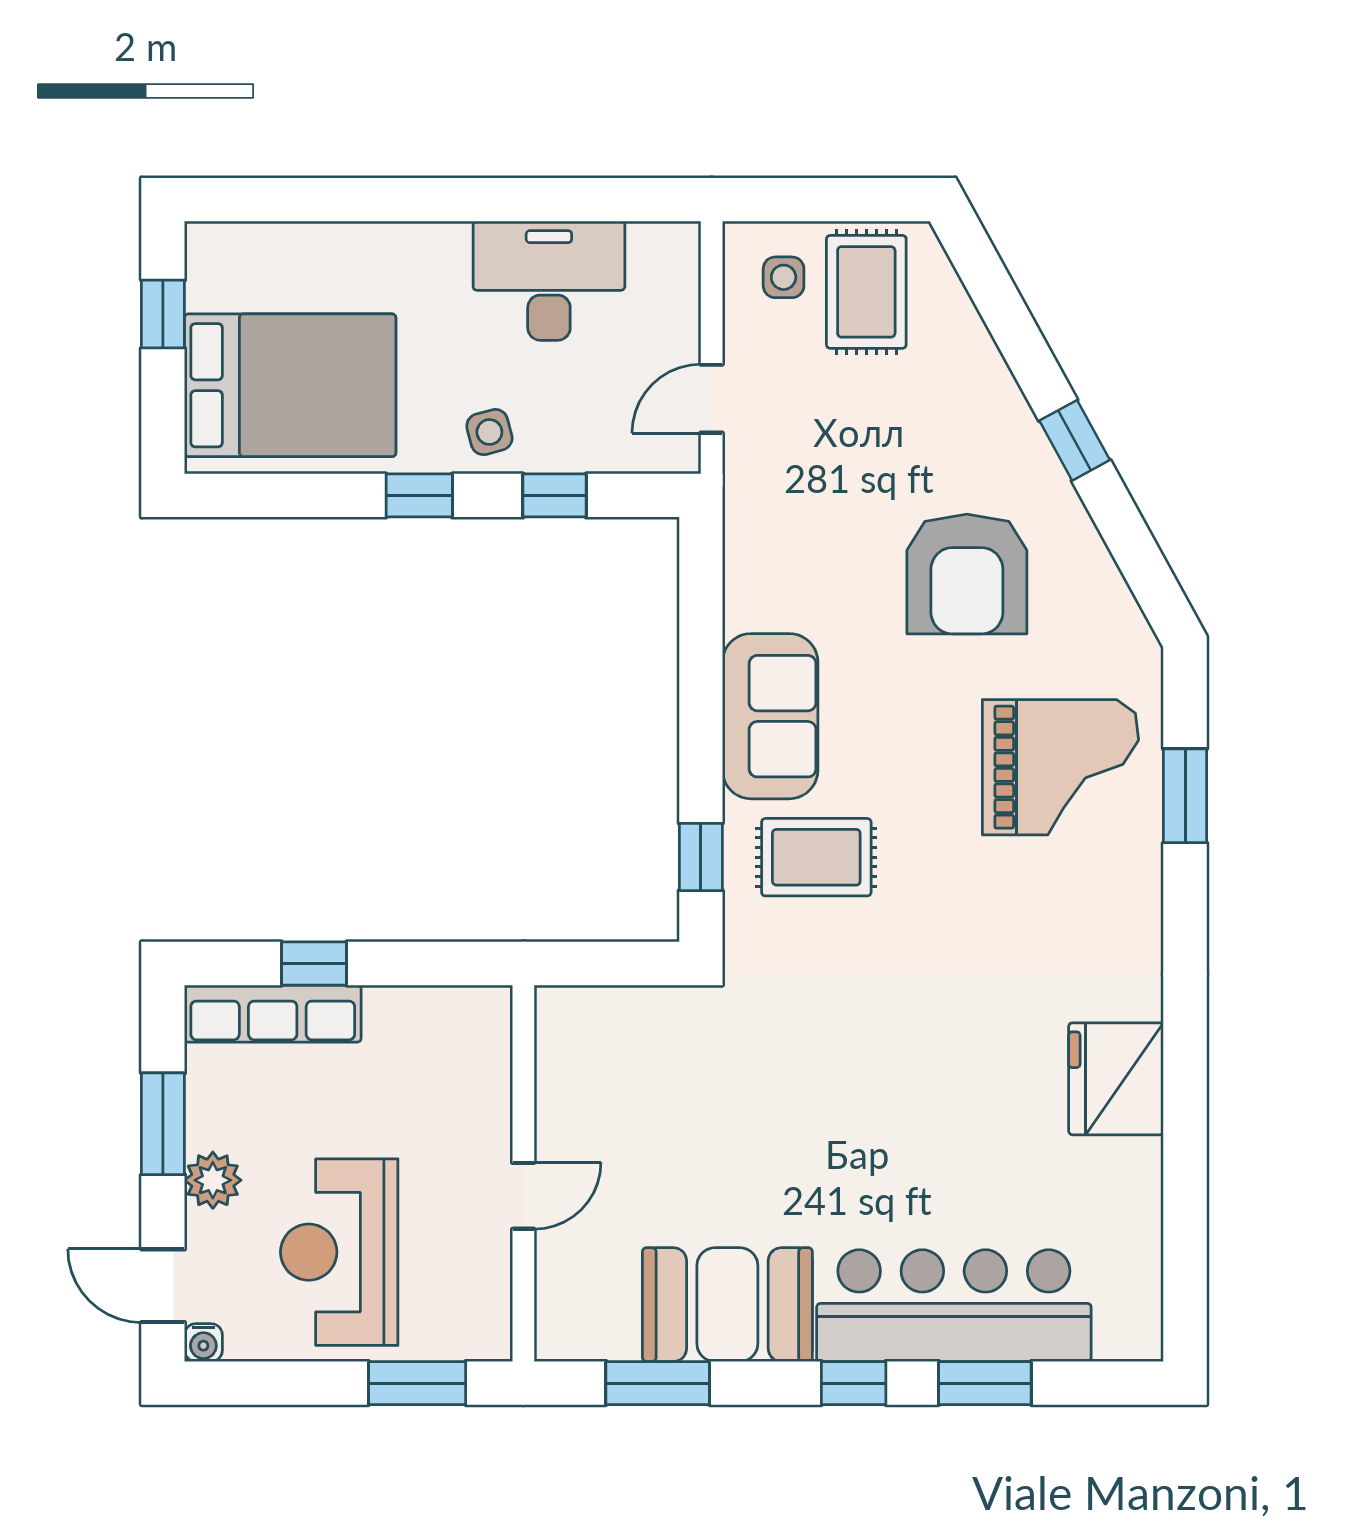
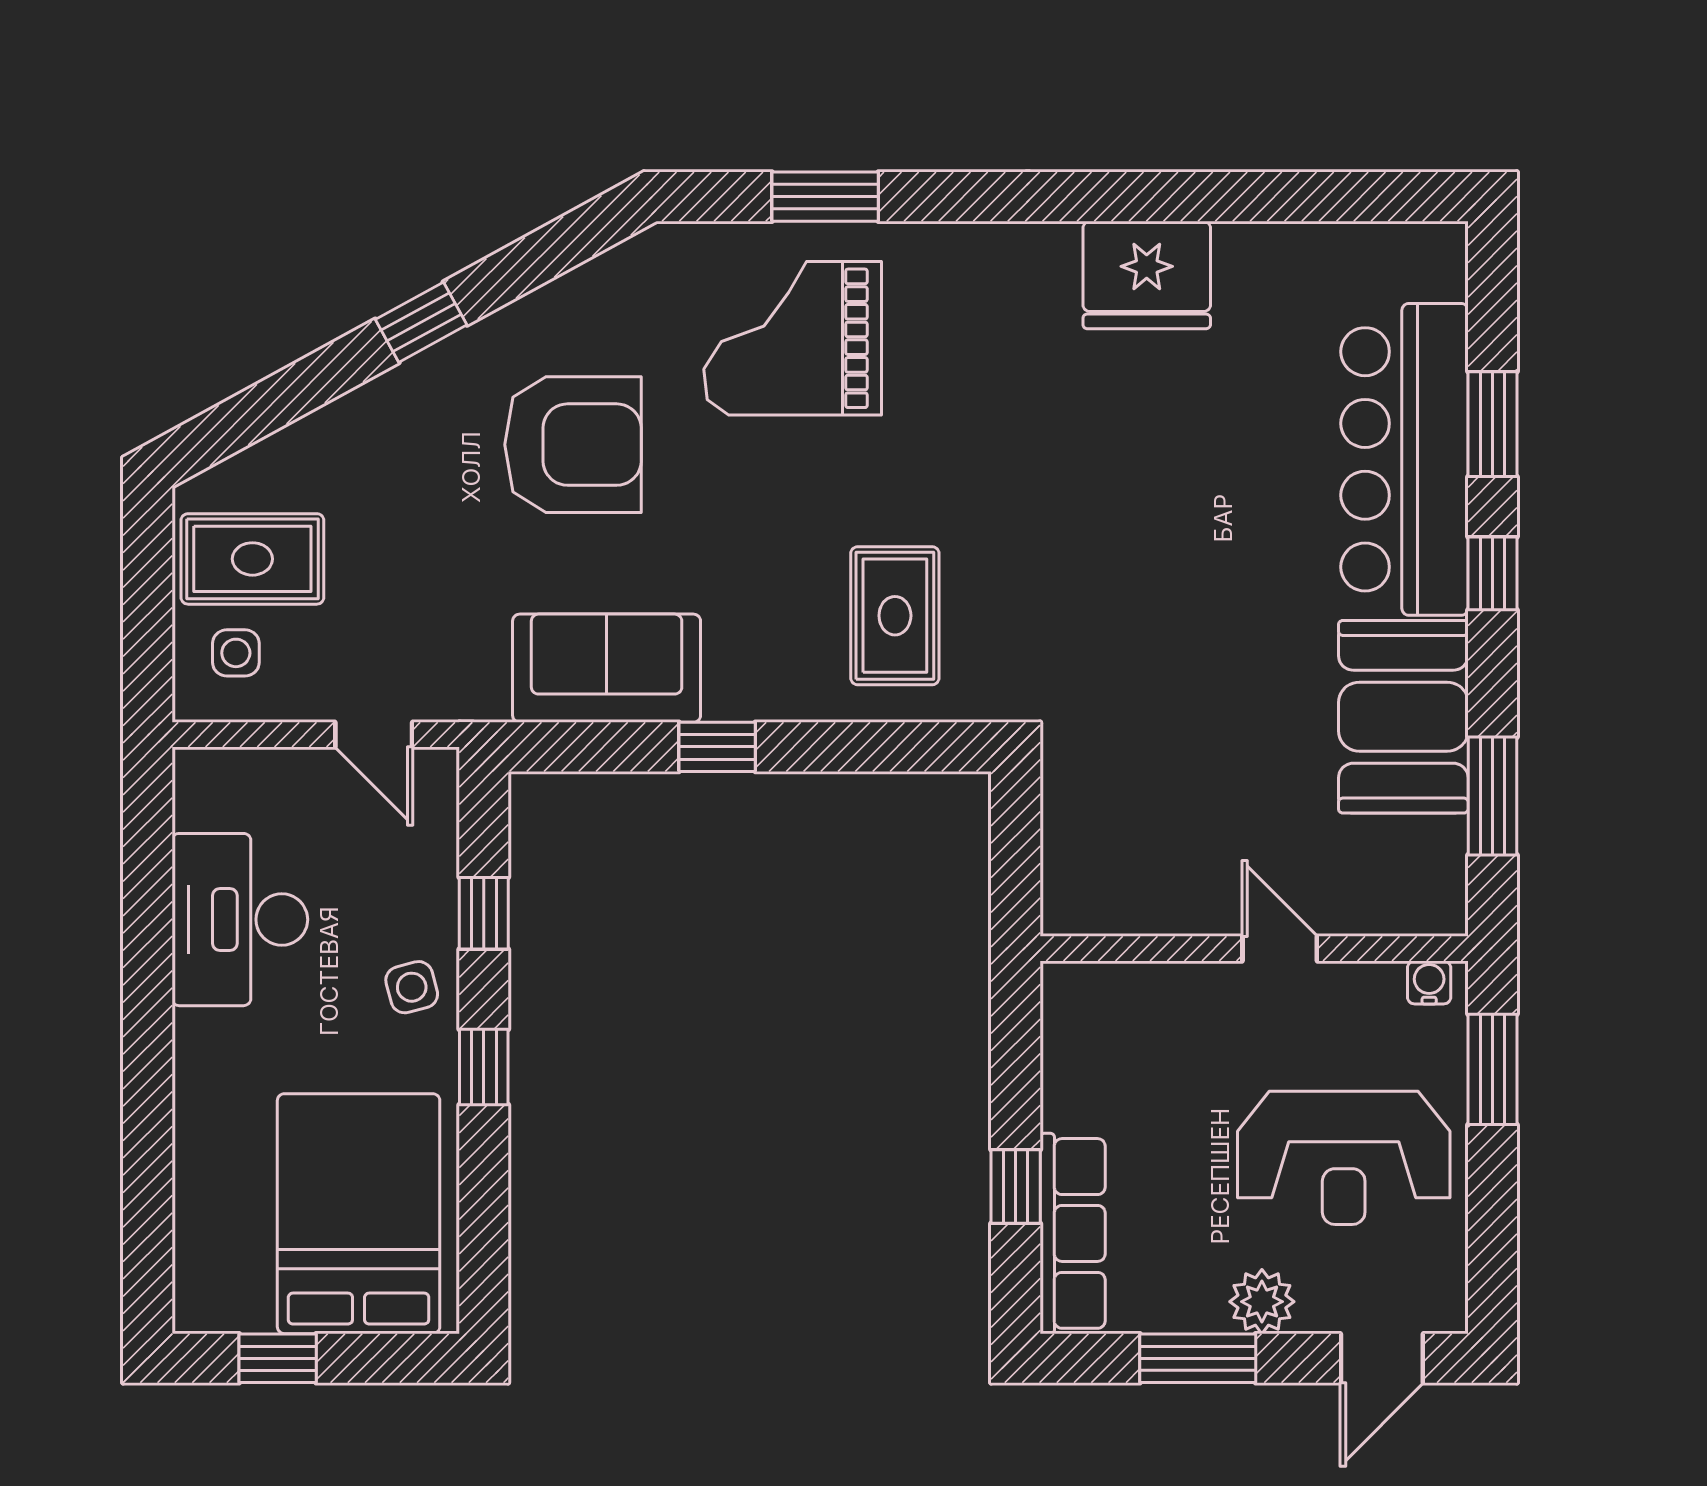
sofa: (770, 716) -> (607, 668), moved
grand piano: (1060, 767) -> (793, 338), turned -90
window: (701, 857) -> (717, 747), moved
water cooler: (203, 1343) -> (1429, 982), moved, turned -90

